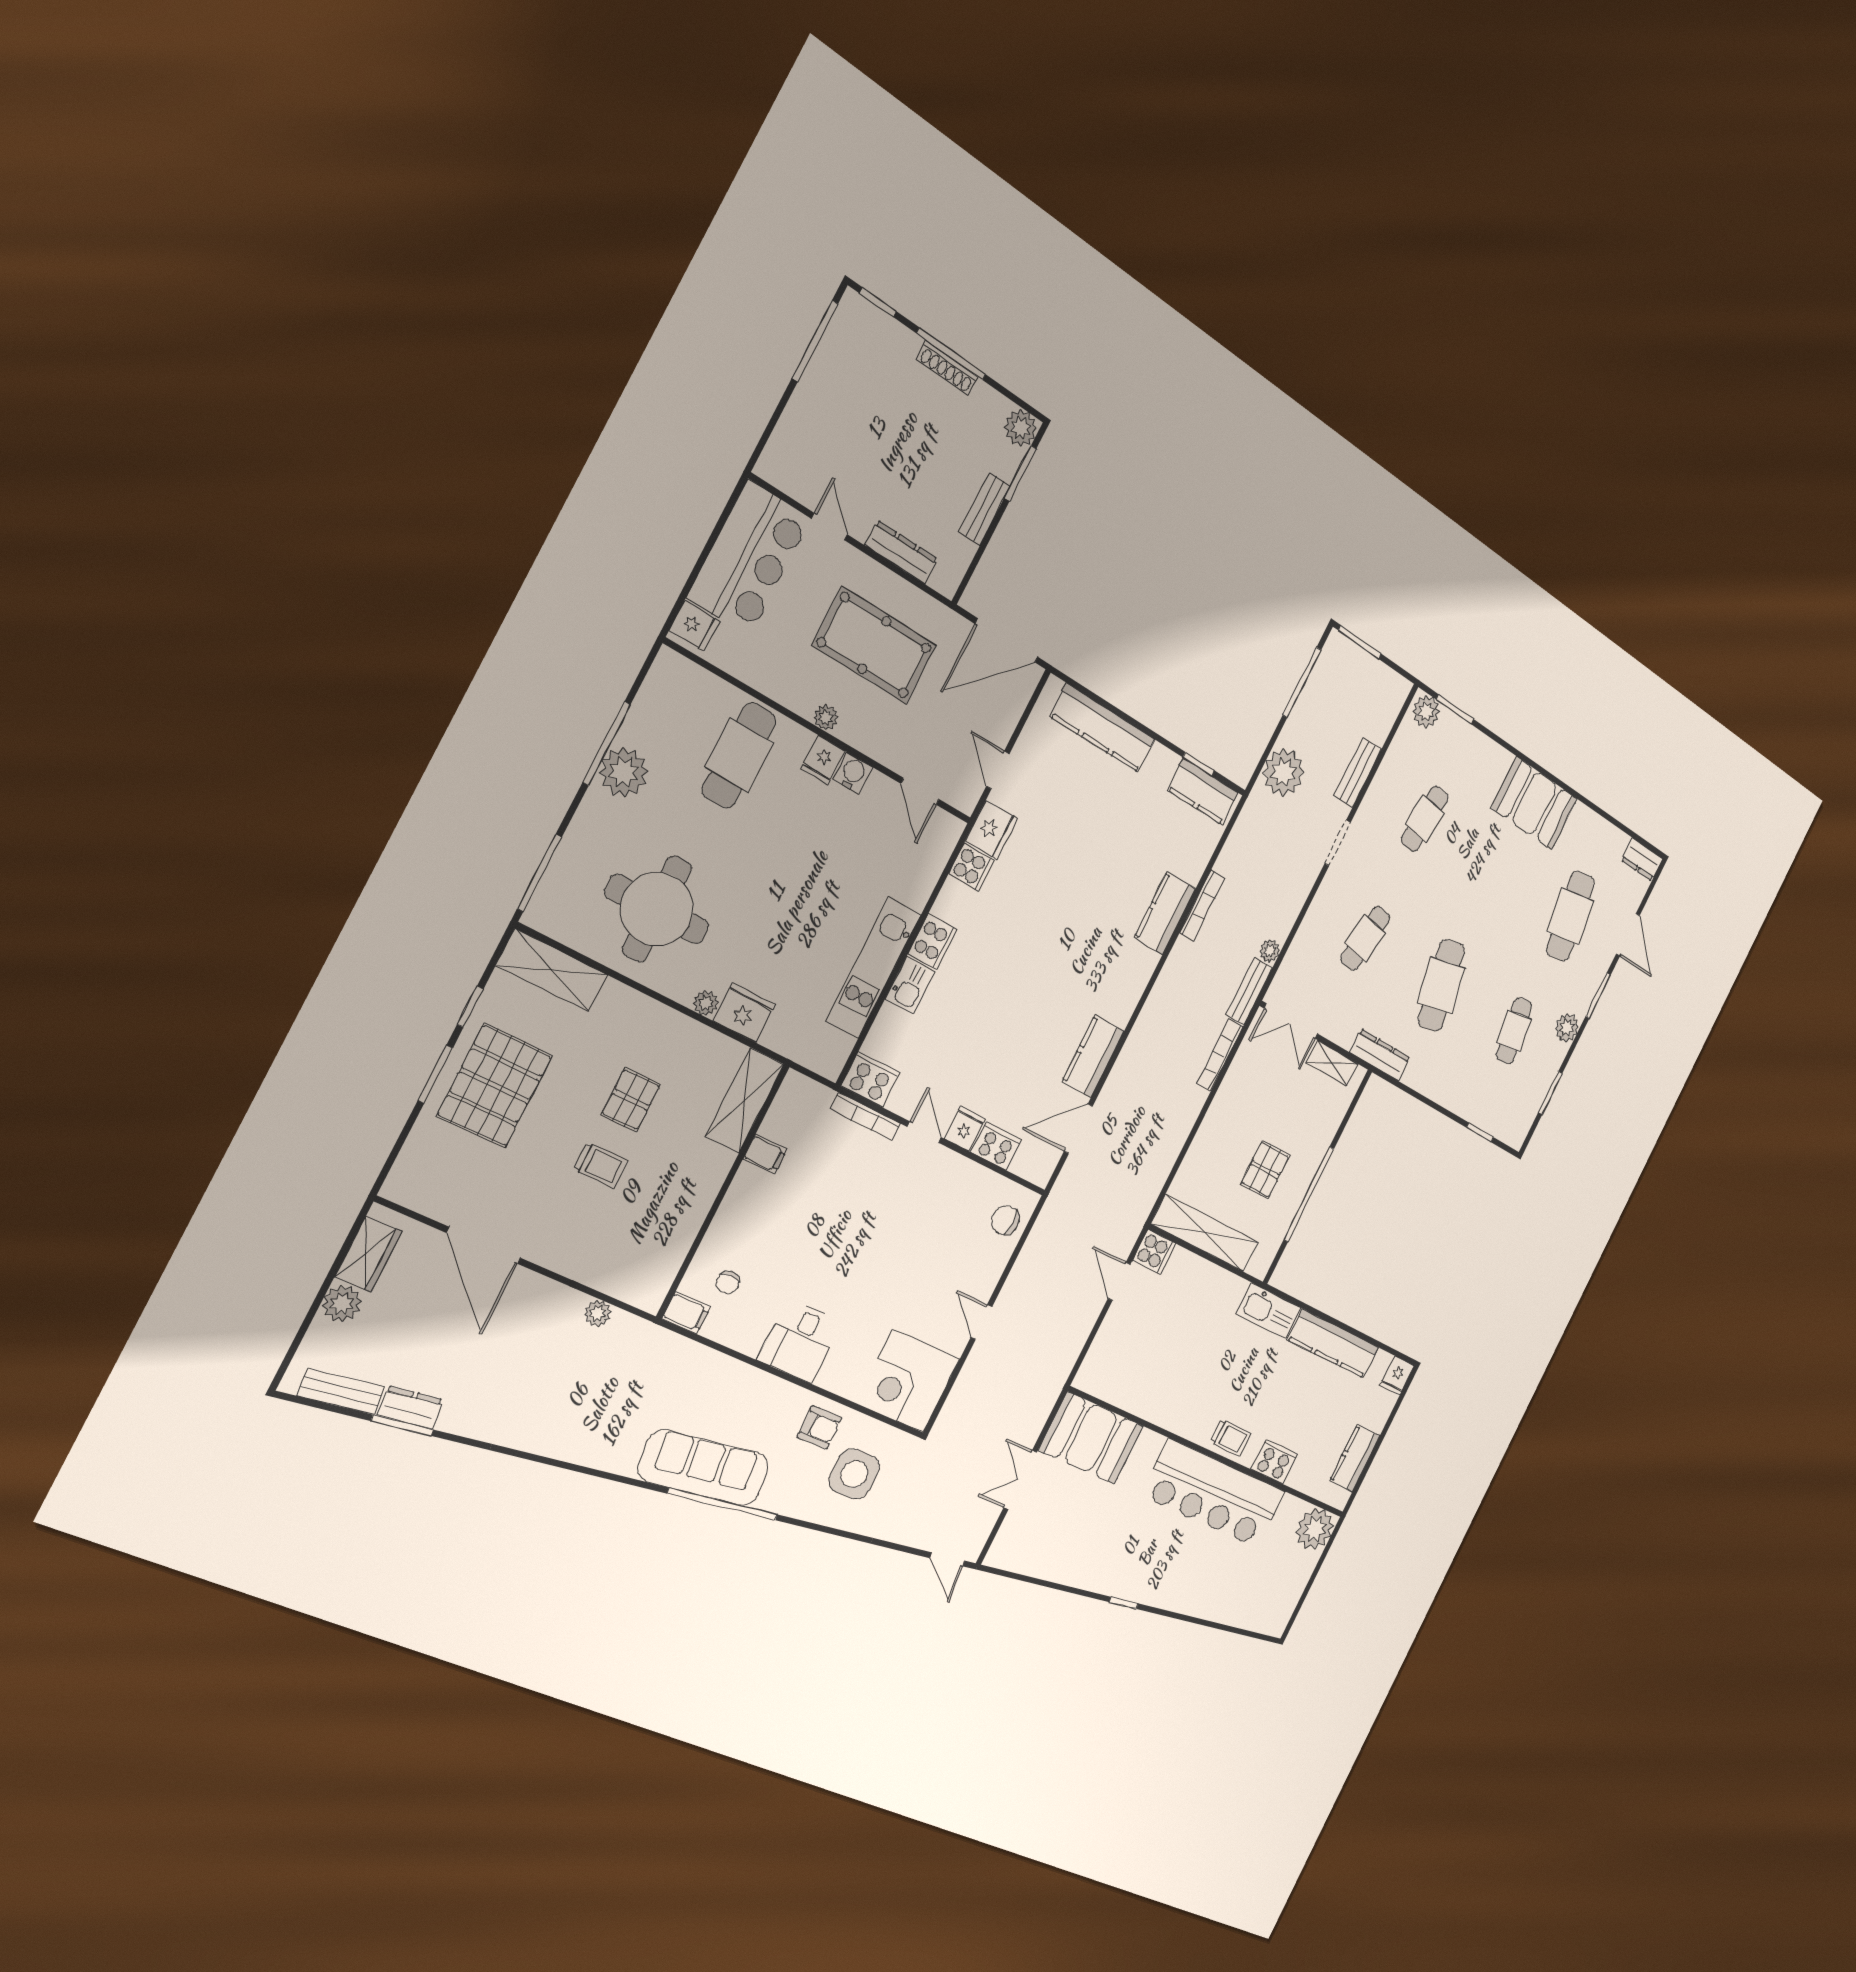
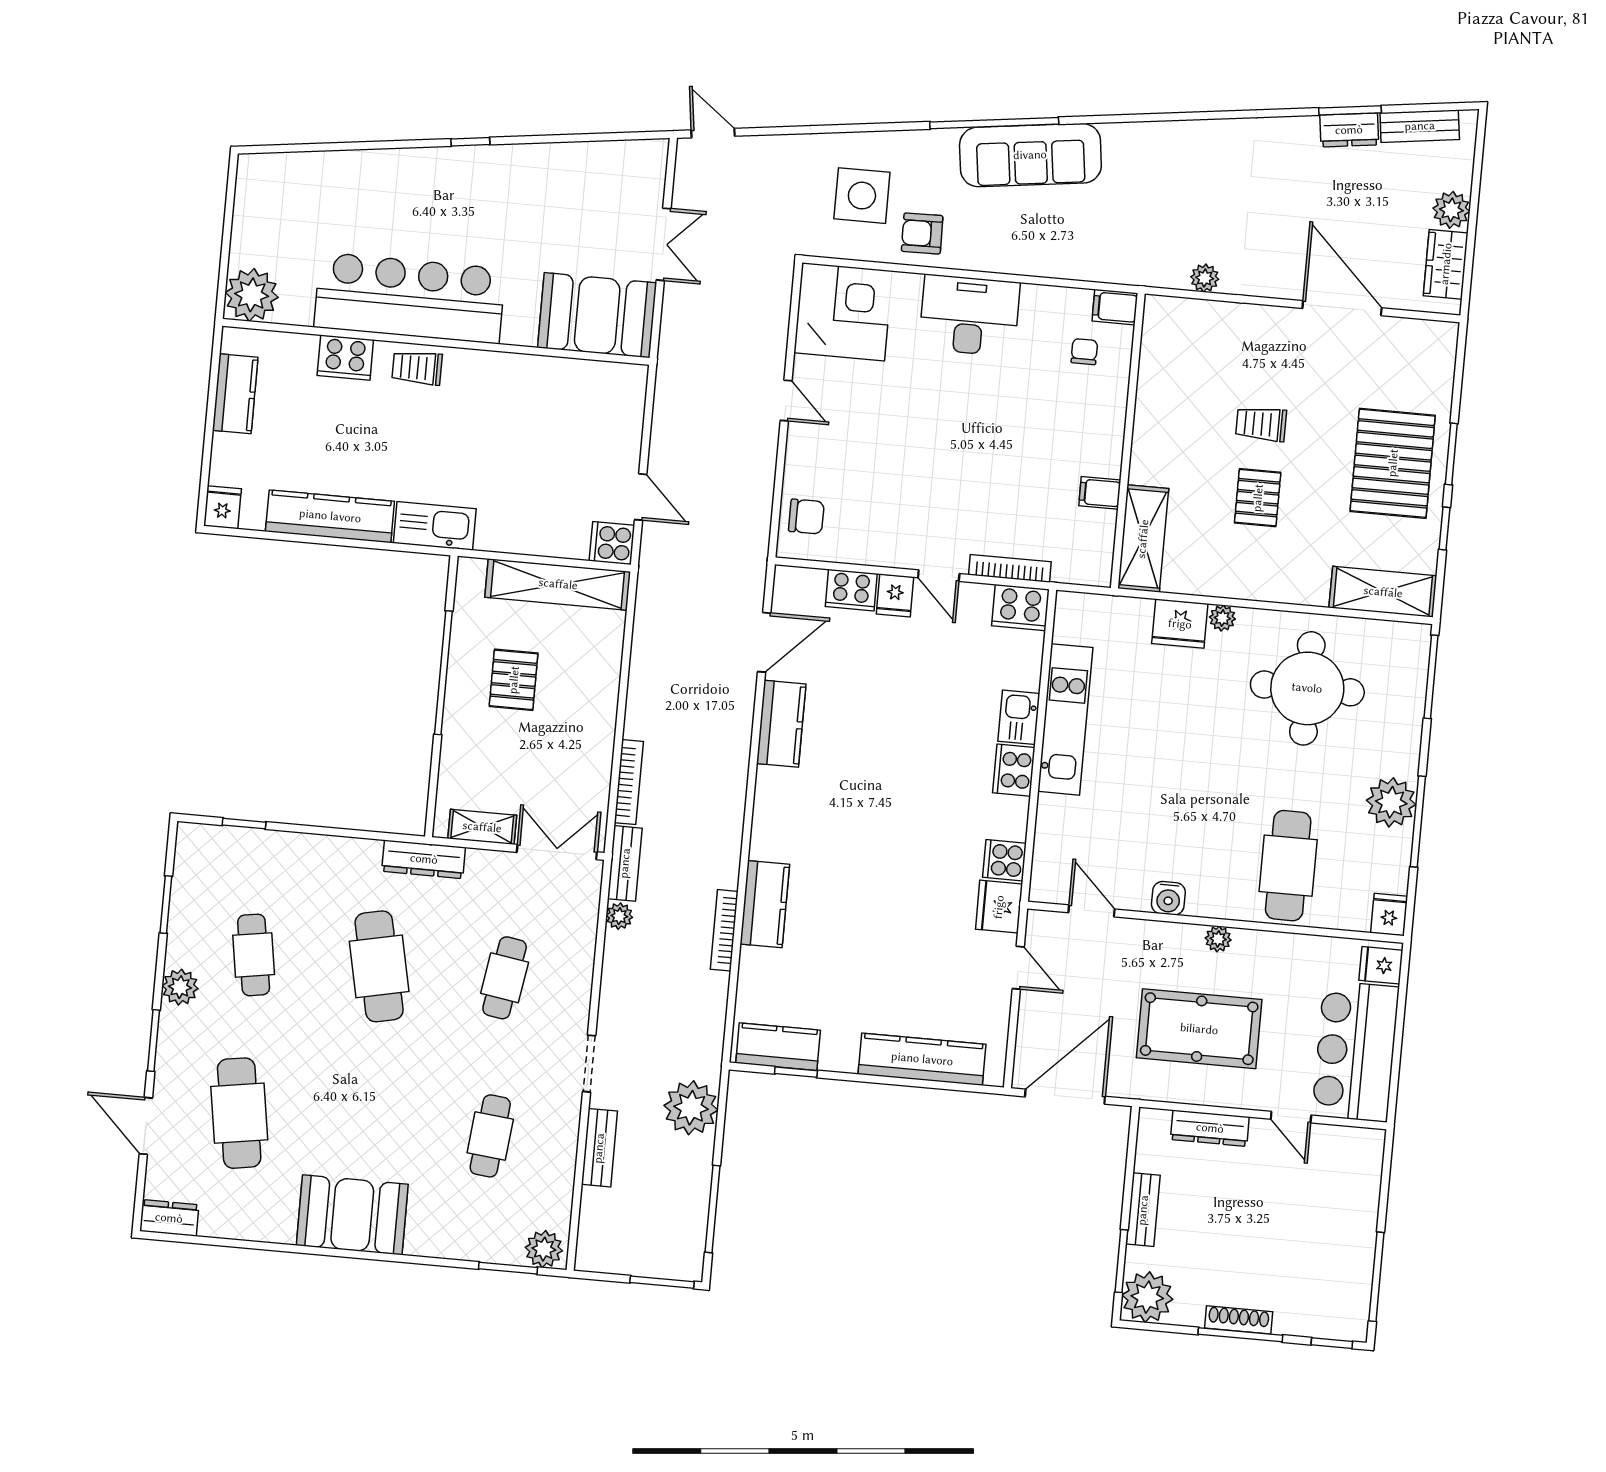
plant: (1021, 428) -> (1147, 1297), width x1.36, depth x1.36
fridge: (823, 760) -> (1389, 915), moved
desk: (800, 1341) -> (969, 315), width x1.37

